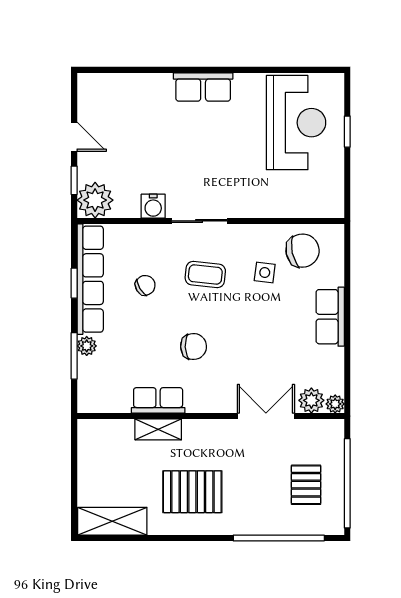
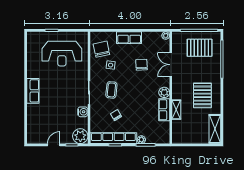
reception desk: (296, 123) -> (62, 54), moved, turned 180
chair: (194, 347) -> (142, 65), moved
plant: (311, 400) -> (164, 92), moved
pallet: (306, 485) -> (200, 48), width x1.50, depth x1.42

